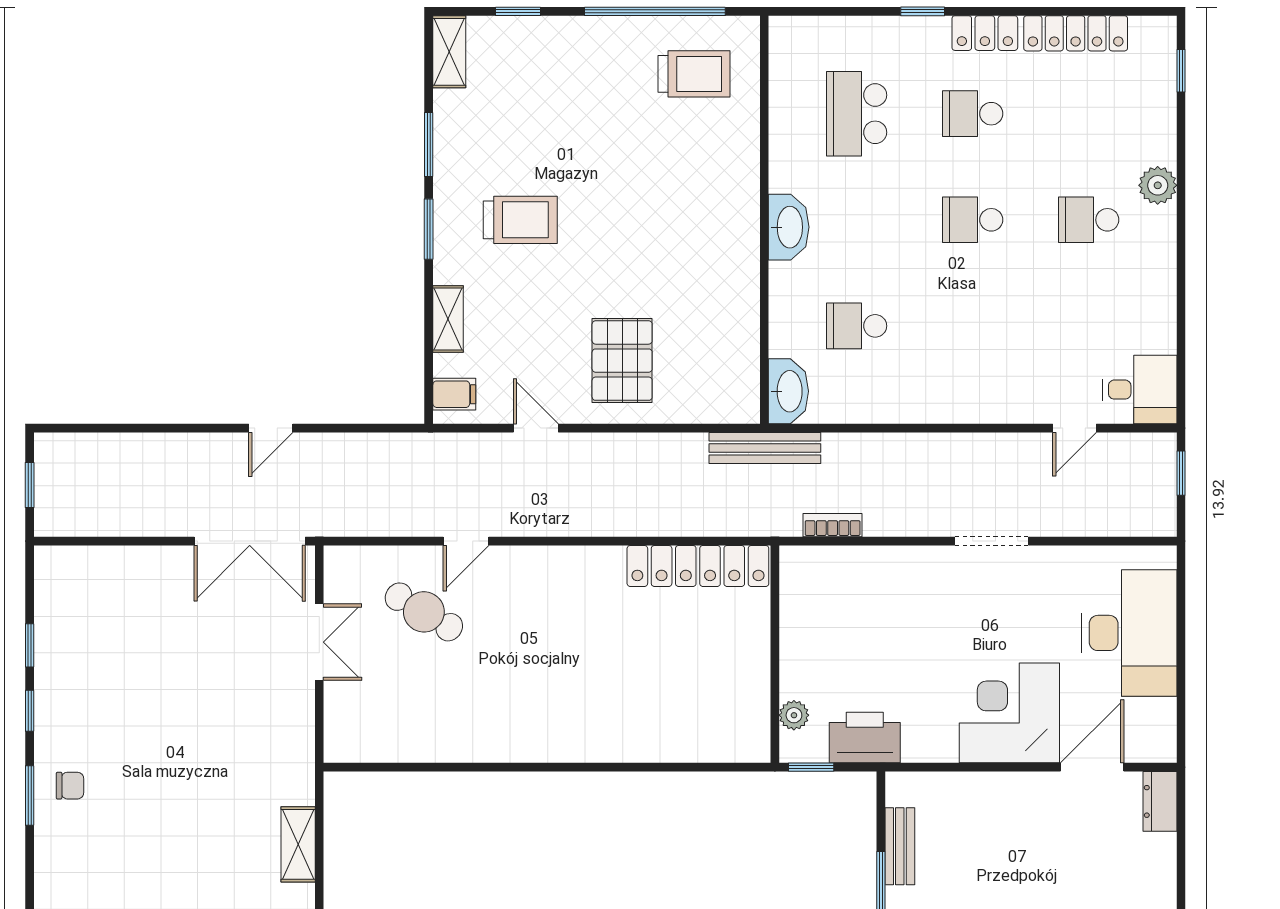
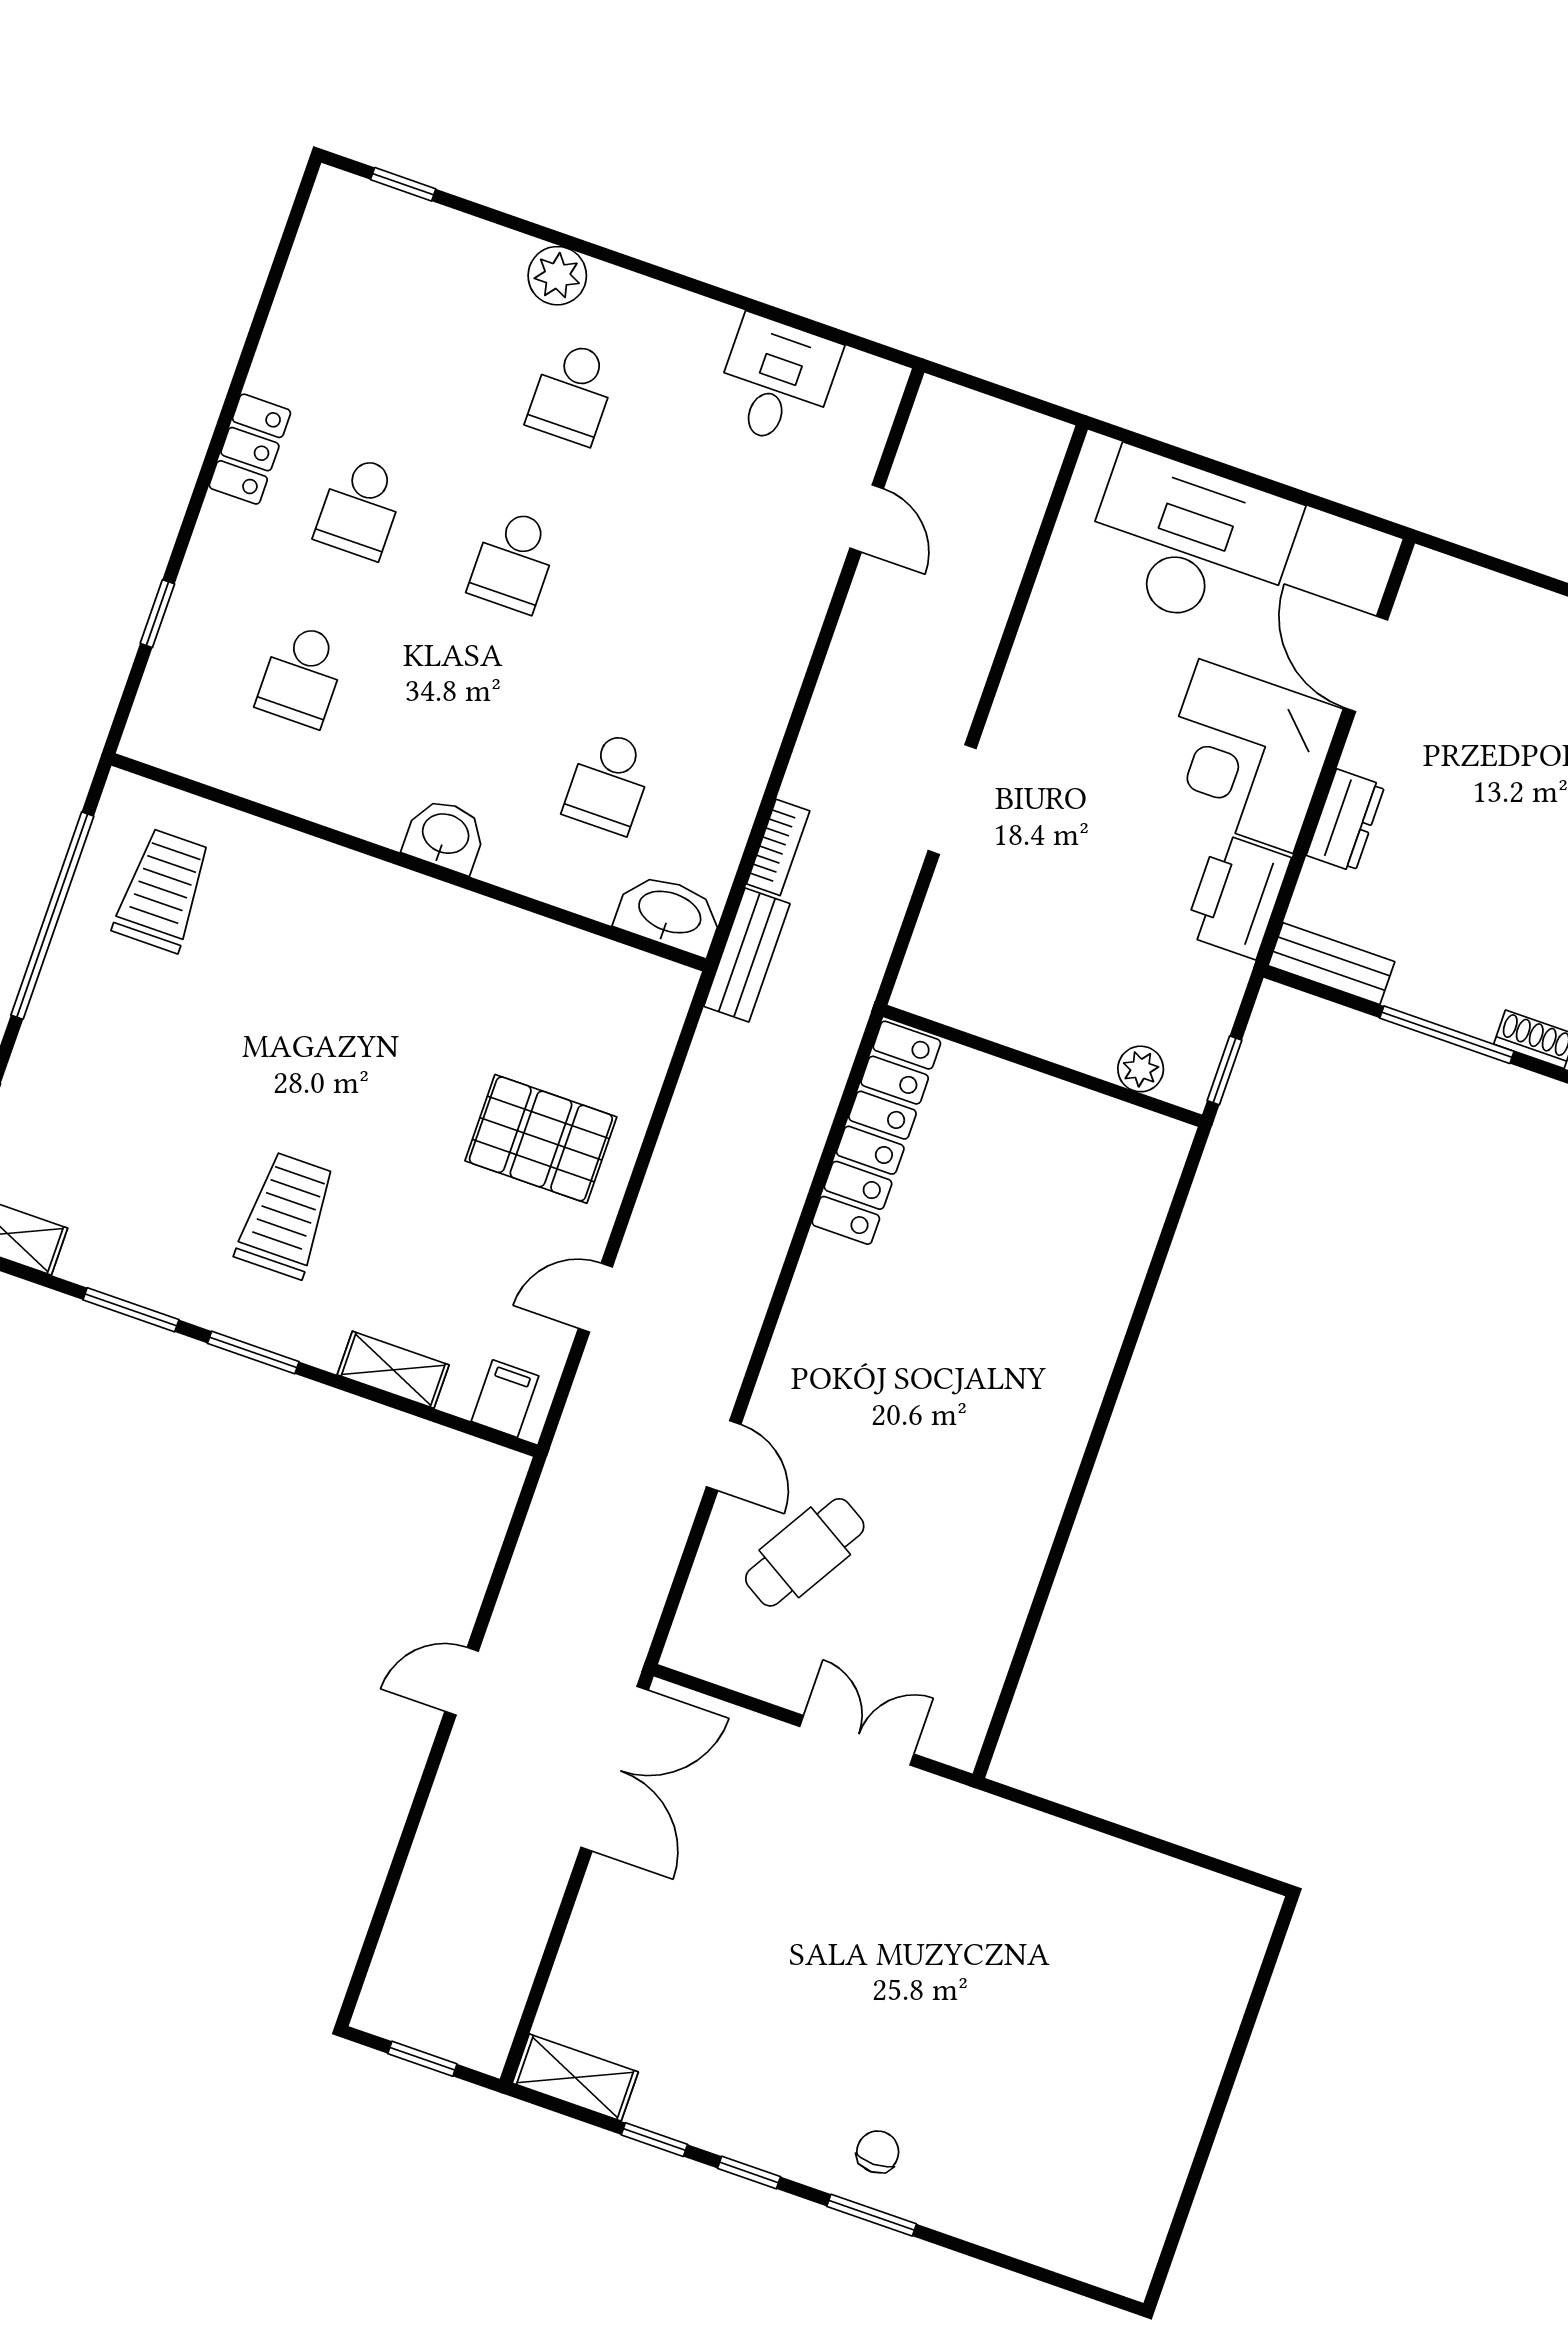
window: (923, 11) -> (157, 614), moved
locker: (1076, 33) -> (296, 318), removed
school desk: (857, 114) -> (302, 675), width x0.54
washbasin: (789, 227) -> (445, 835), width x0.72
desk: (1140, 390) -> (777, 381), moved
door: (271, 428) -> (462, 1681), swing flipped
bench: (765, 448) -> (747, 955), width x0.73
window: (1181, 473) -> (985, 387), removed
bookcase: (833, 525) -> (778, 847), moved, turned 180
doorway: (992, 541) -> (952, 800), moved
double door: (319, 642) -> (857, 1740), moved
printer: (865, 738) -> (1237, 896), moved
dresser: (1160, 801) -> (1346, 821), moved, turned -90
shelving: (298, 844) -> (575, 2078), moved
bench: (900, 846) -> (1331, 964), moved

